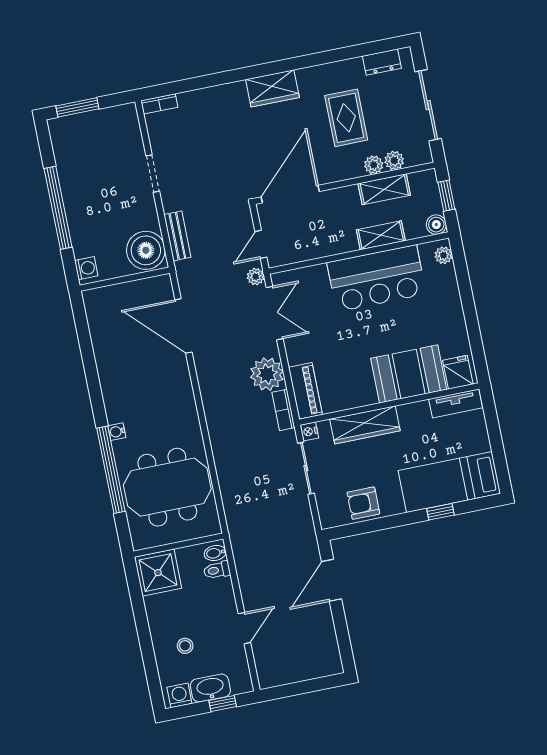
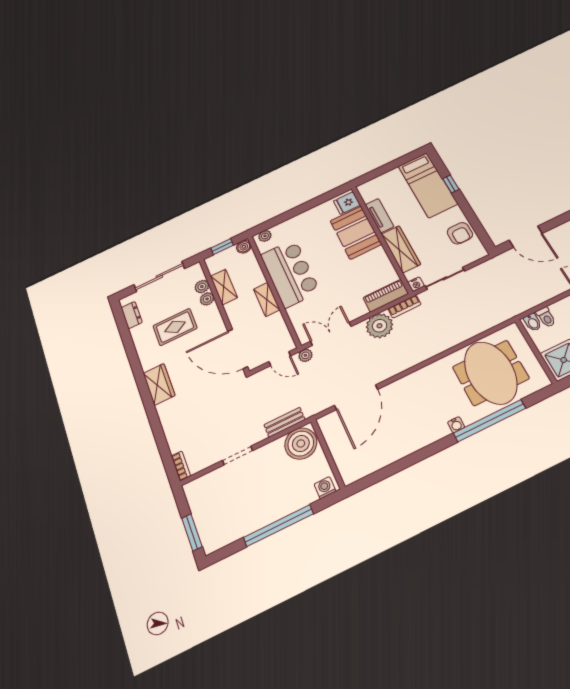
shelving: (381, 235) -> (267, 299), moved
tv unit: (456, 403) -> (379, 216), moved

